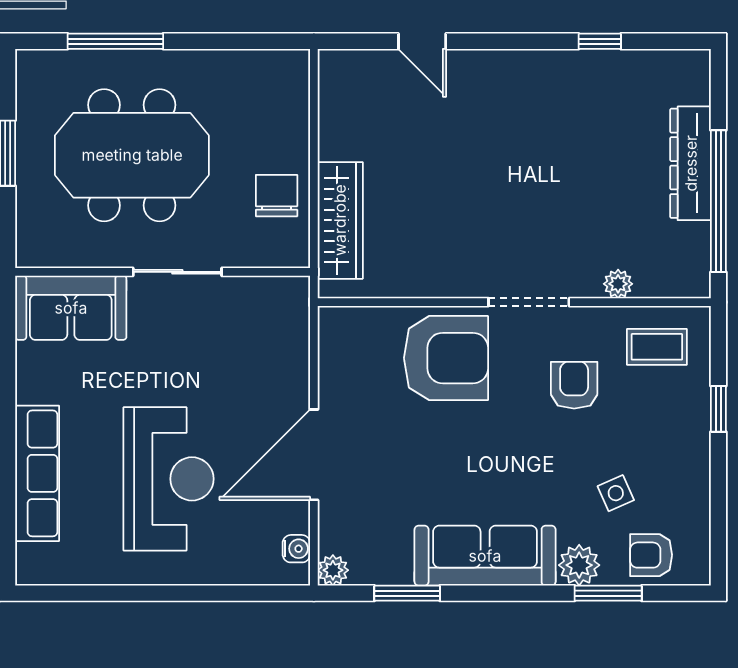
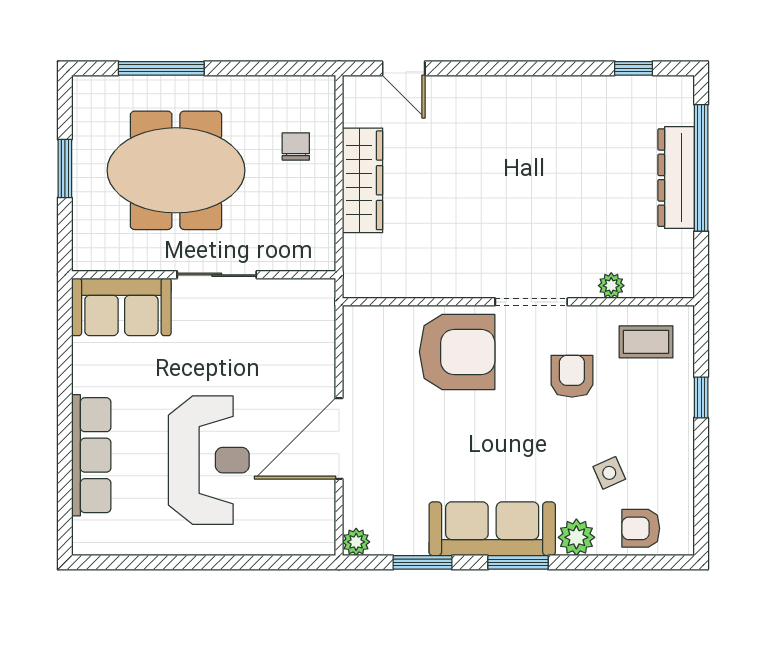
door: (422, 41) -> (404, 68), moved
window: (600, 41) -> (634, 68), moved
chair: (277, 196) -> (296, 146), moved, width x0.73, depth x0.73
window: (718, 201) -> (701, 168), moved
wardrobe: (340, 220) -> (363, 180), moved
water cooler: (296, 549) -> (323, 523), removed
window: (608, 593) -> (518, 562), moved

